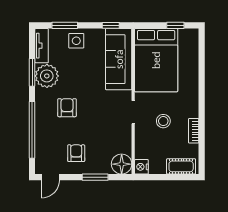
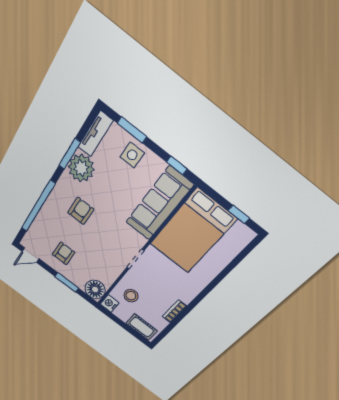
stool: (163, 121) -> (131, 296), moved

